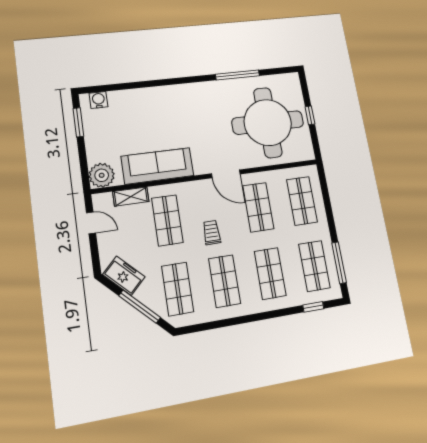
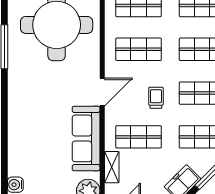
door: (226, 174) -> (102, 92), moved
trolley: (212, 233) -> (156, 98), turned 90

